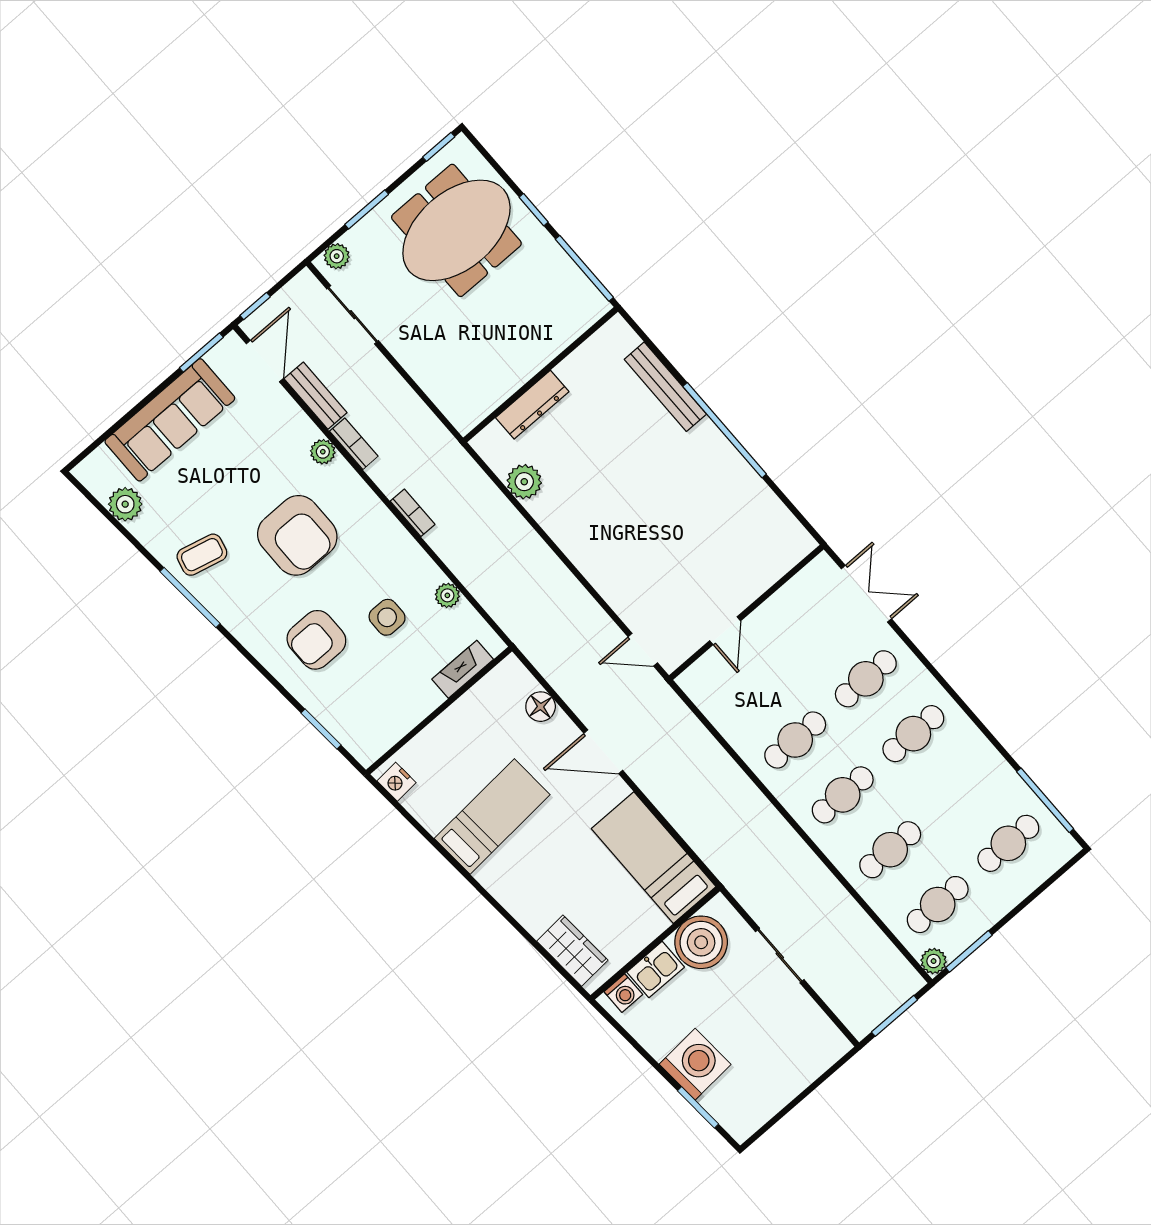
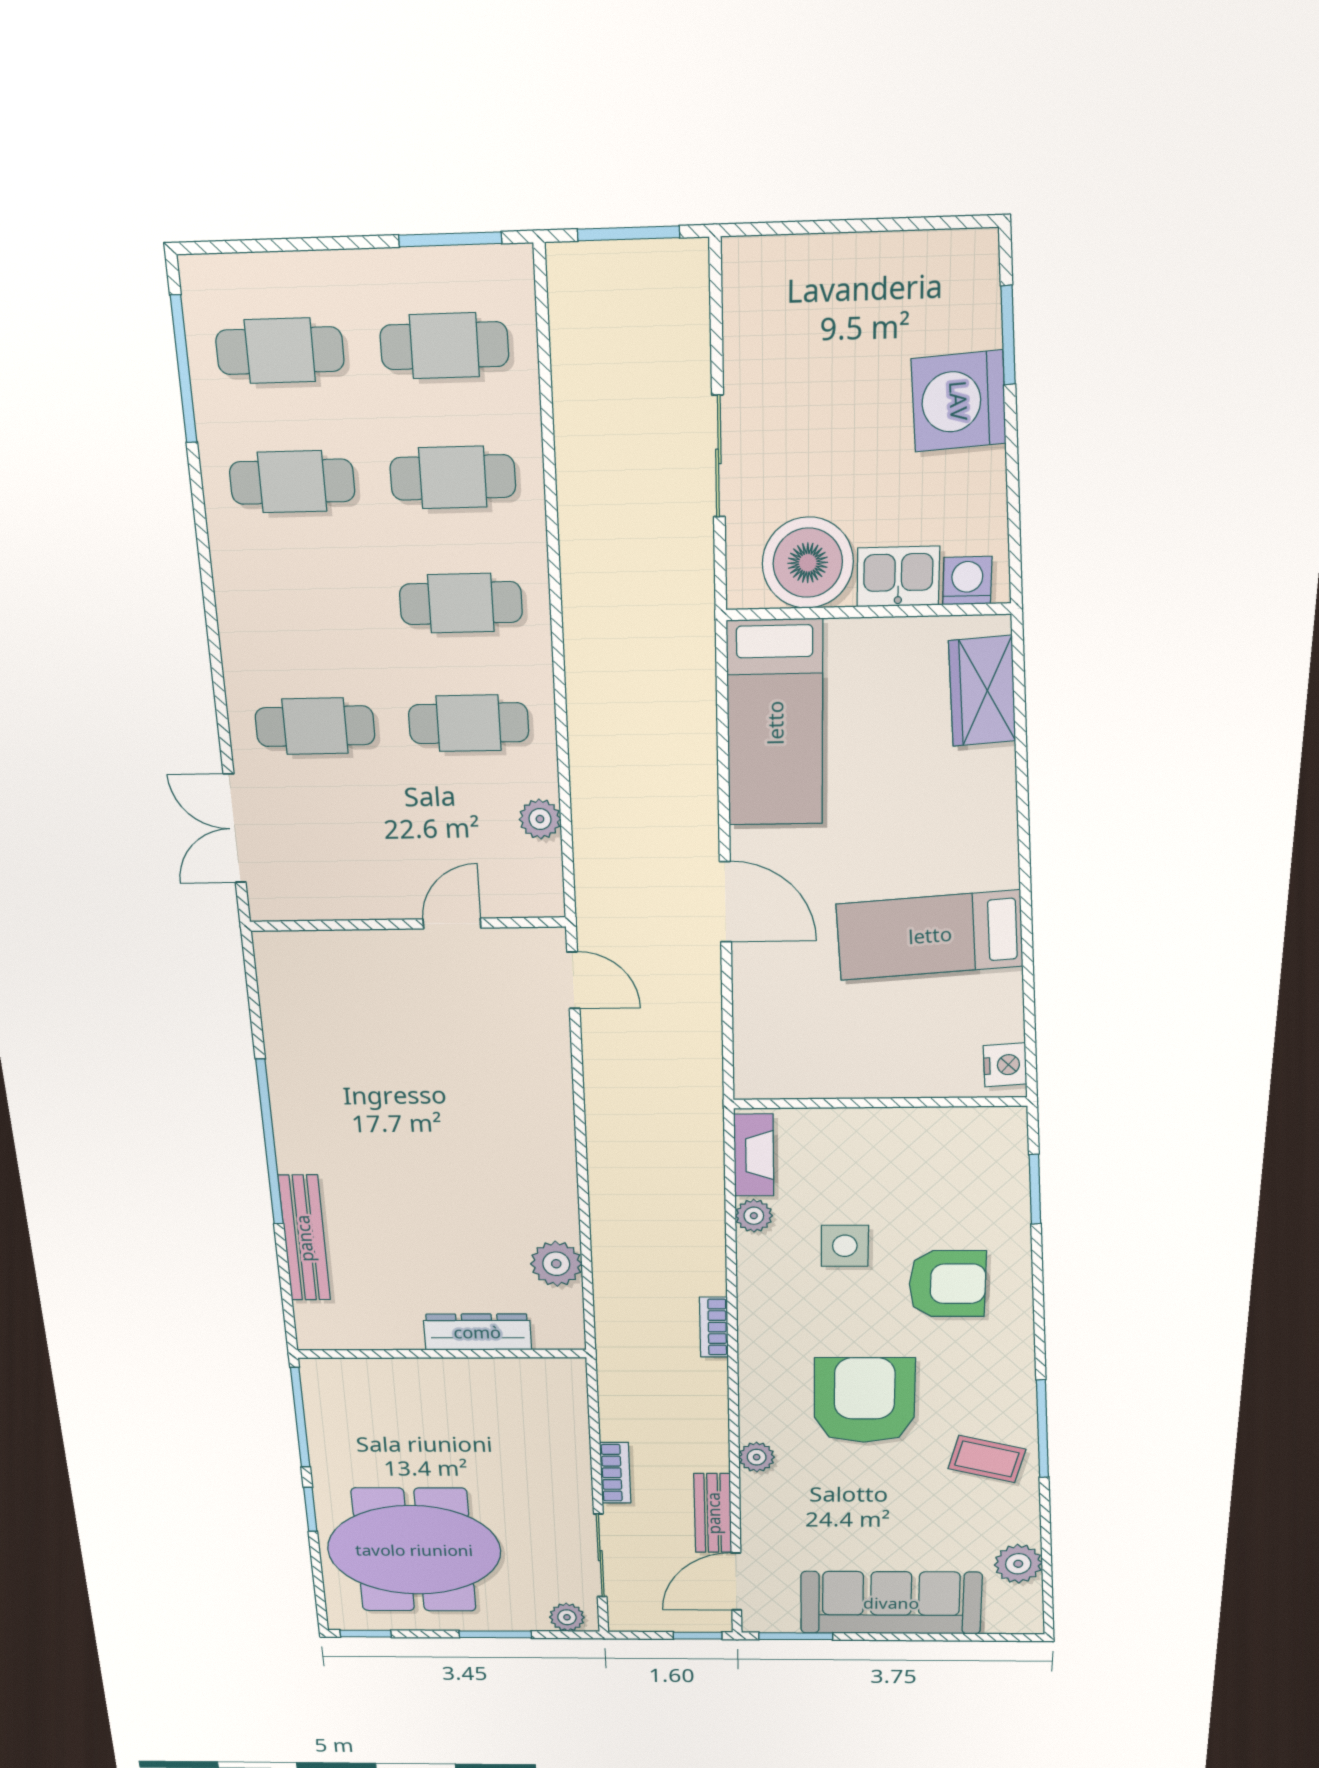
bookcase: (354, 444) -> (615, 1473), moved, turned 180
fireplace: (463, 669) -> (754, 1155), moved, turned -90
floor lamp: (541, 707) -> (755, 1013), removed
cafe table: (913, 734) -> (292, 482), moved
plant: (934, 961) -> (540, 819), moved

